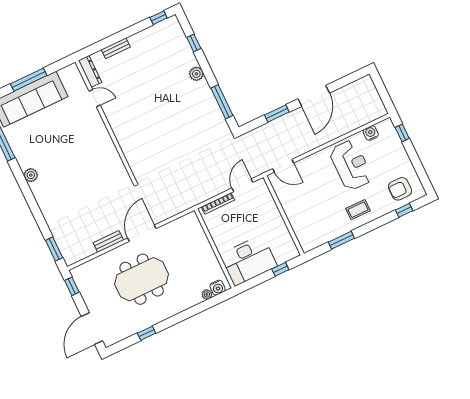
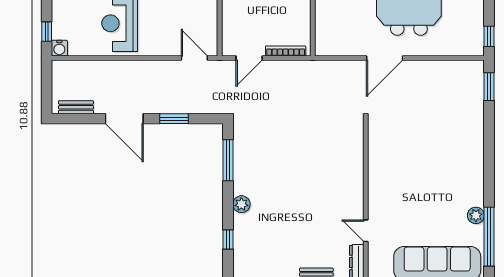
door: (314, 96) -> (124, 119), swing flipped
water cooler: (371, 133) -> (59, 48), moved
plant: (31, 175) -> (476, 215), moved
bench: (108, 241) -> (76, 107), moved

